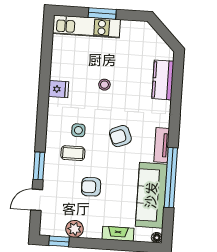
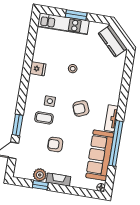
kitchen counter: (163, 80) -> (113, 41), moved, turned -45
fireplace: (118, 234) -> (58, 179), moved
window: (59, 241) -> (40, 185), moved

